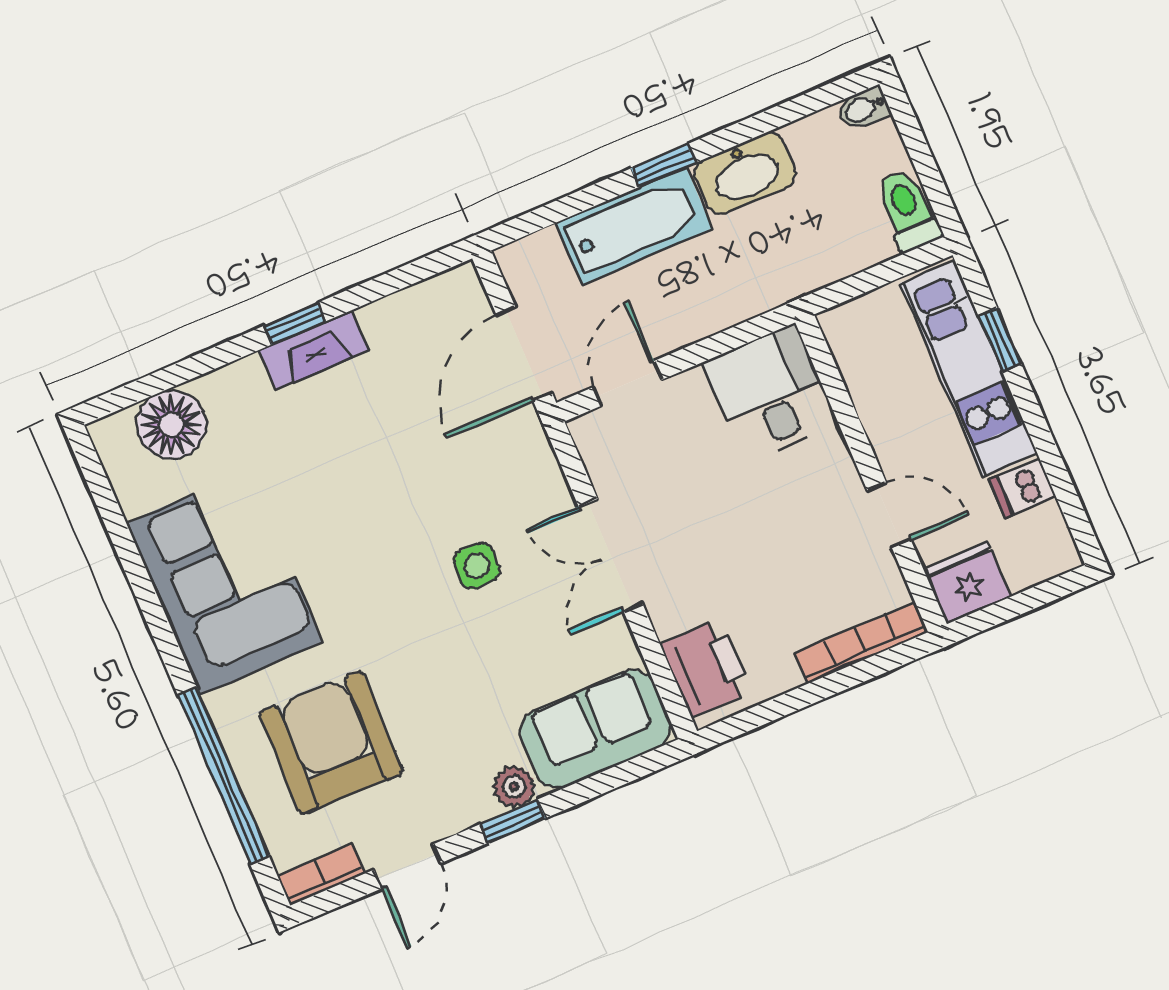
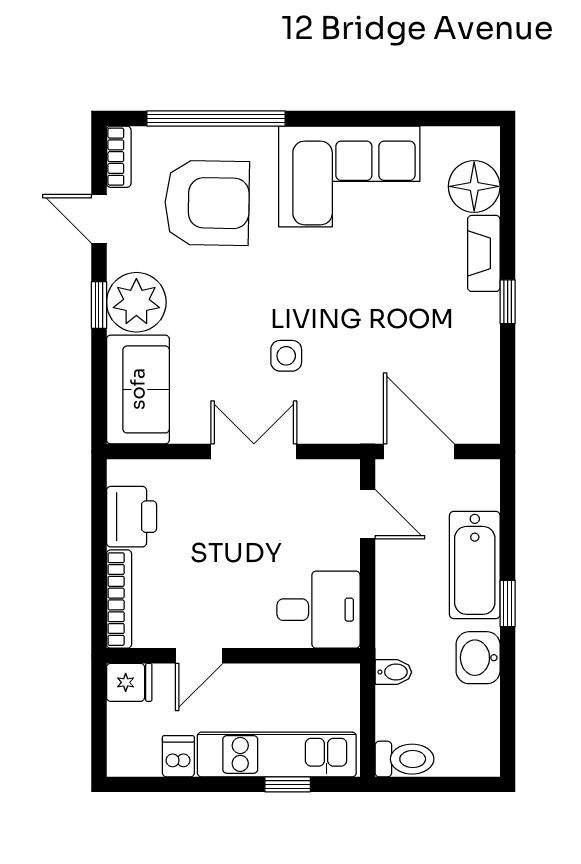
bidet: (864, 109) -> (393, 672), moved, turned 90
washbasin: (745, 173) -> (478, 658), width x0.72
fireplace: (314, 350) -> (484, 253), moved
fridge: (967, 583) -> (129, 682), width x0.72
printer: (706, 668) -> (132, 517), moved, turned -90
plant: (514, 787) -> (136, 302), width x1.88, depth x1.88

